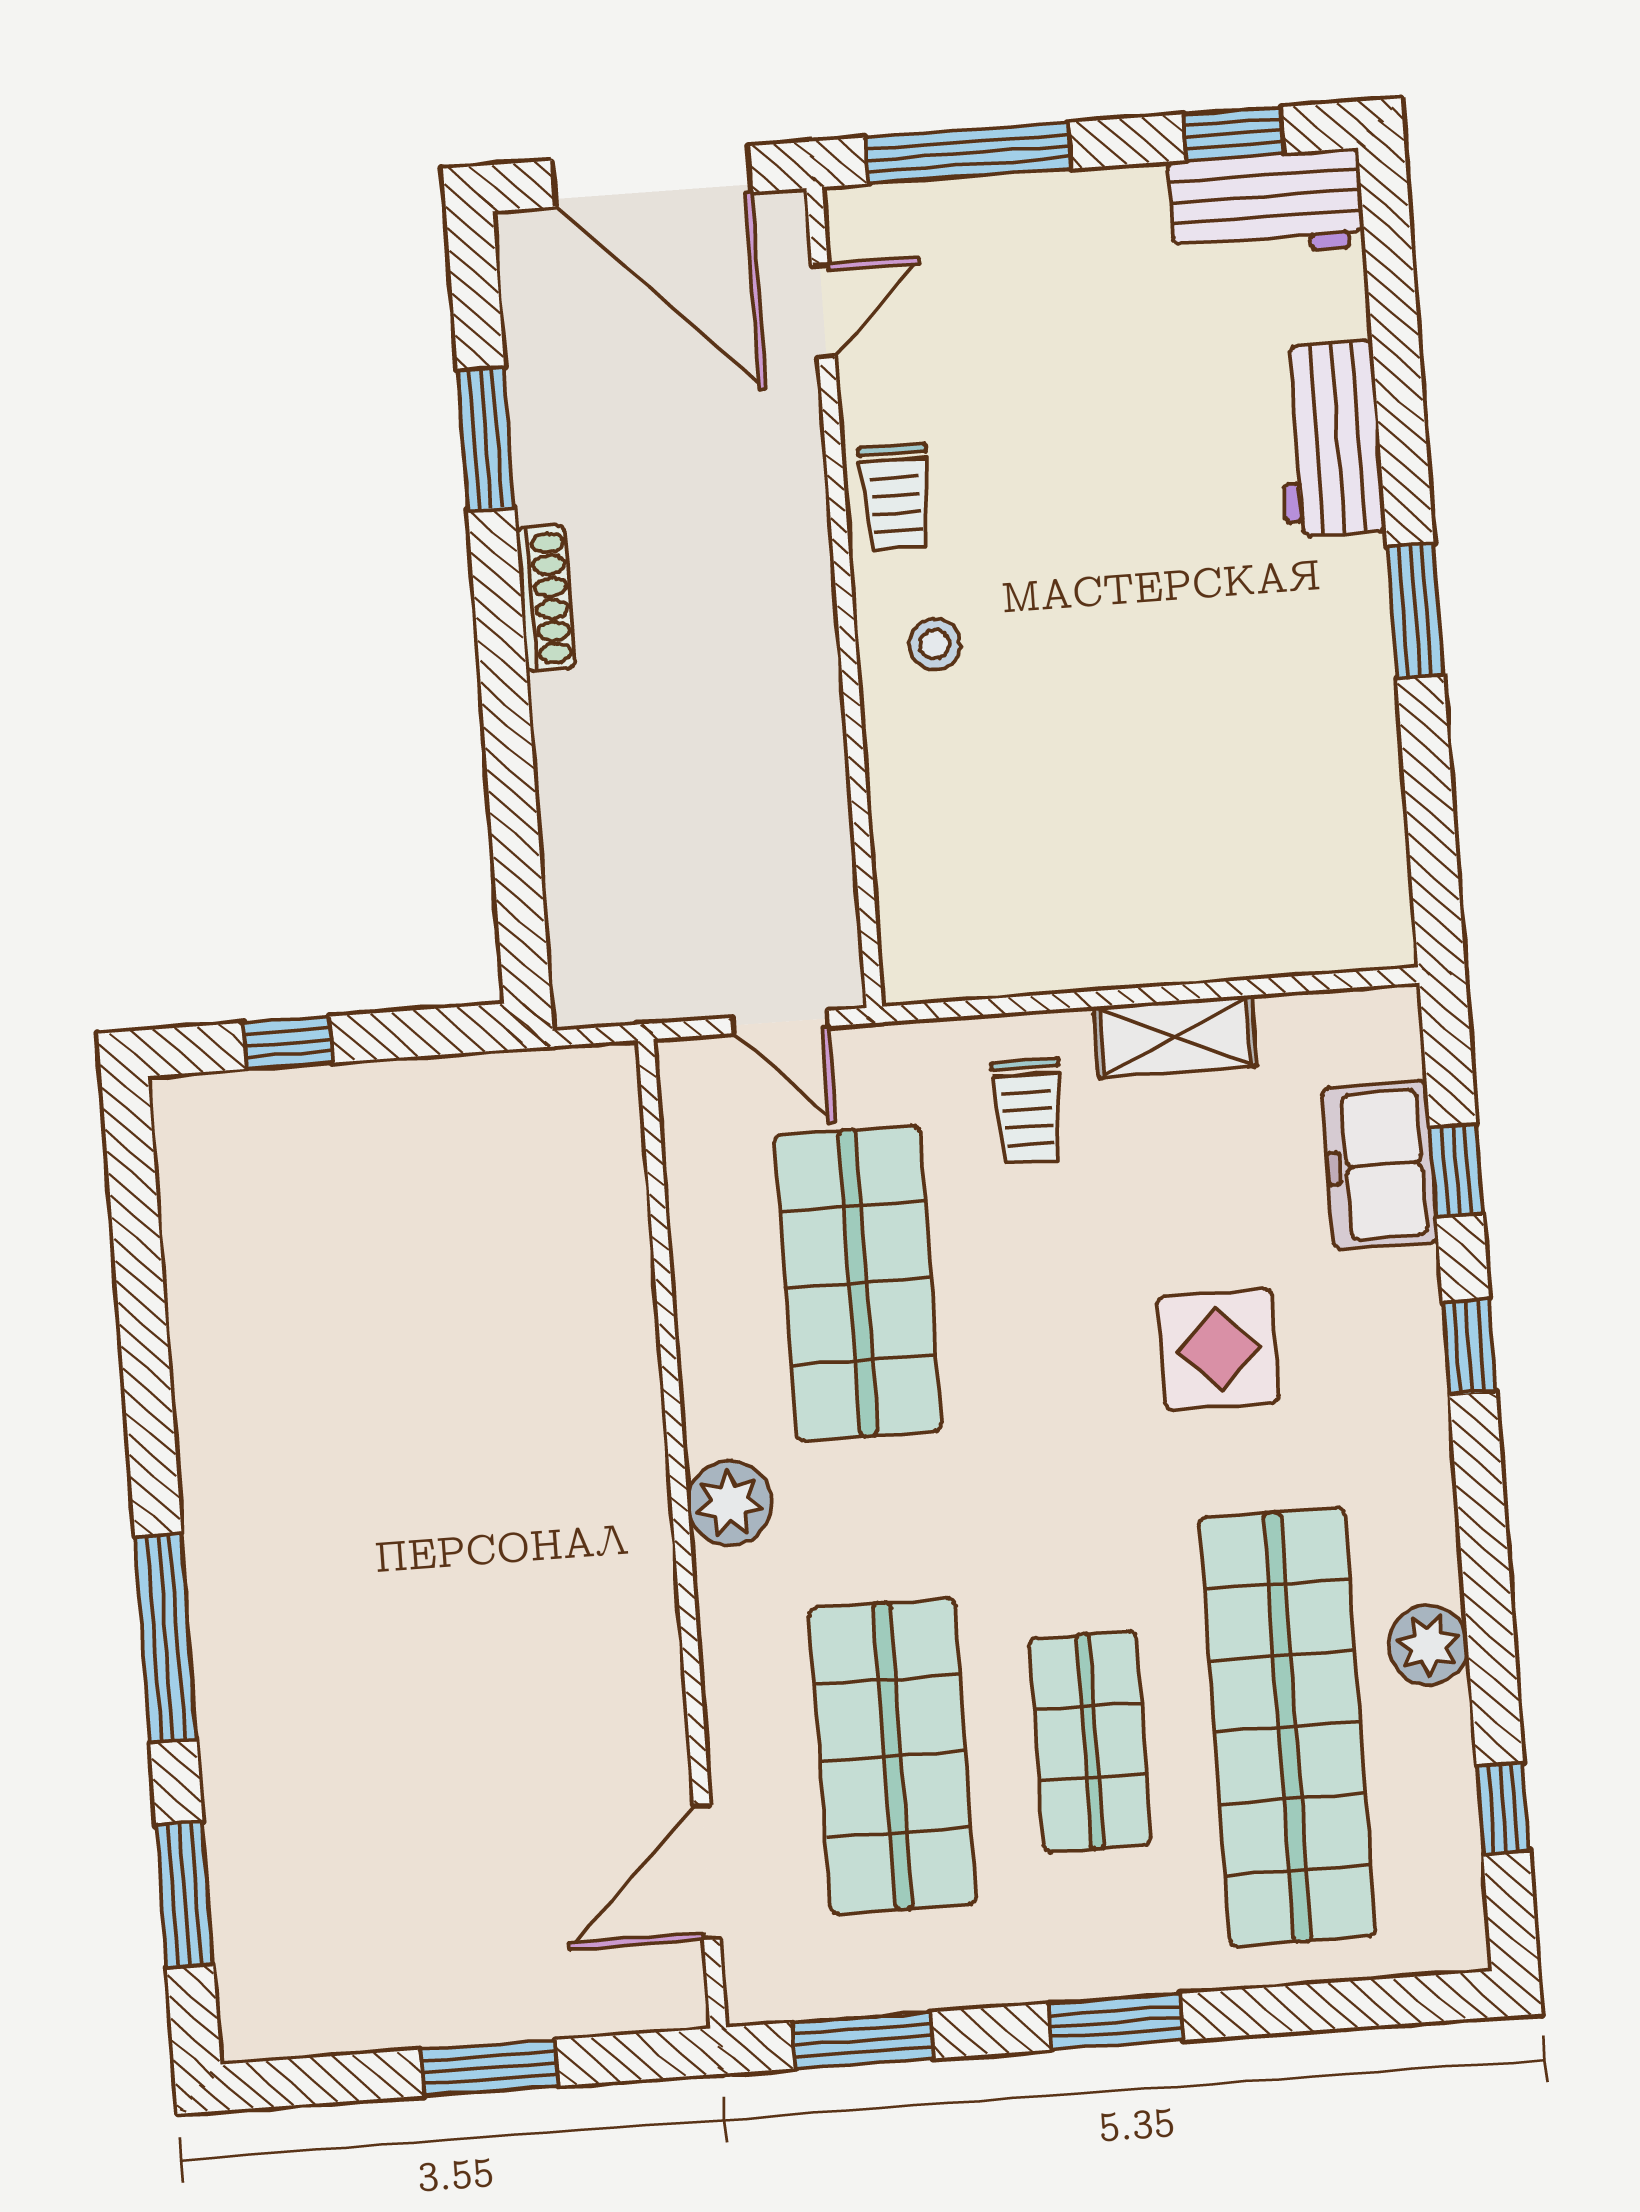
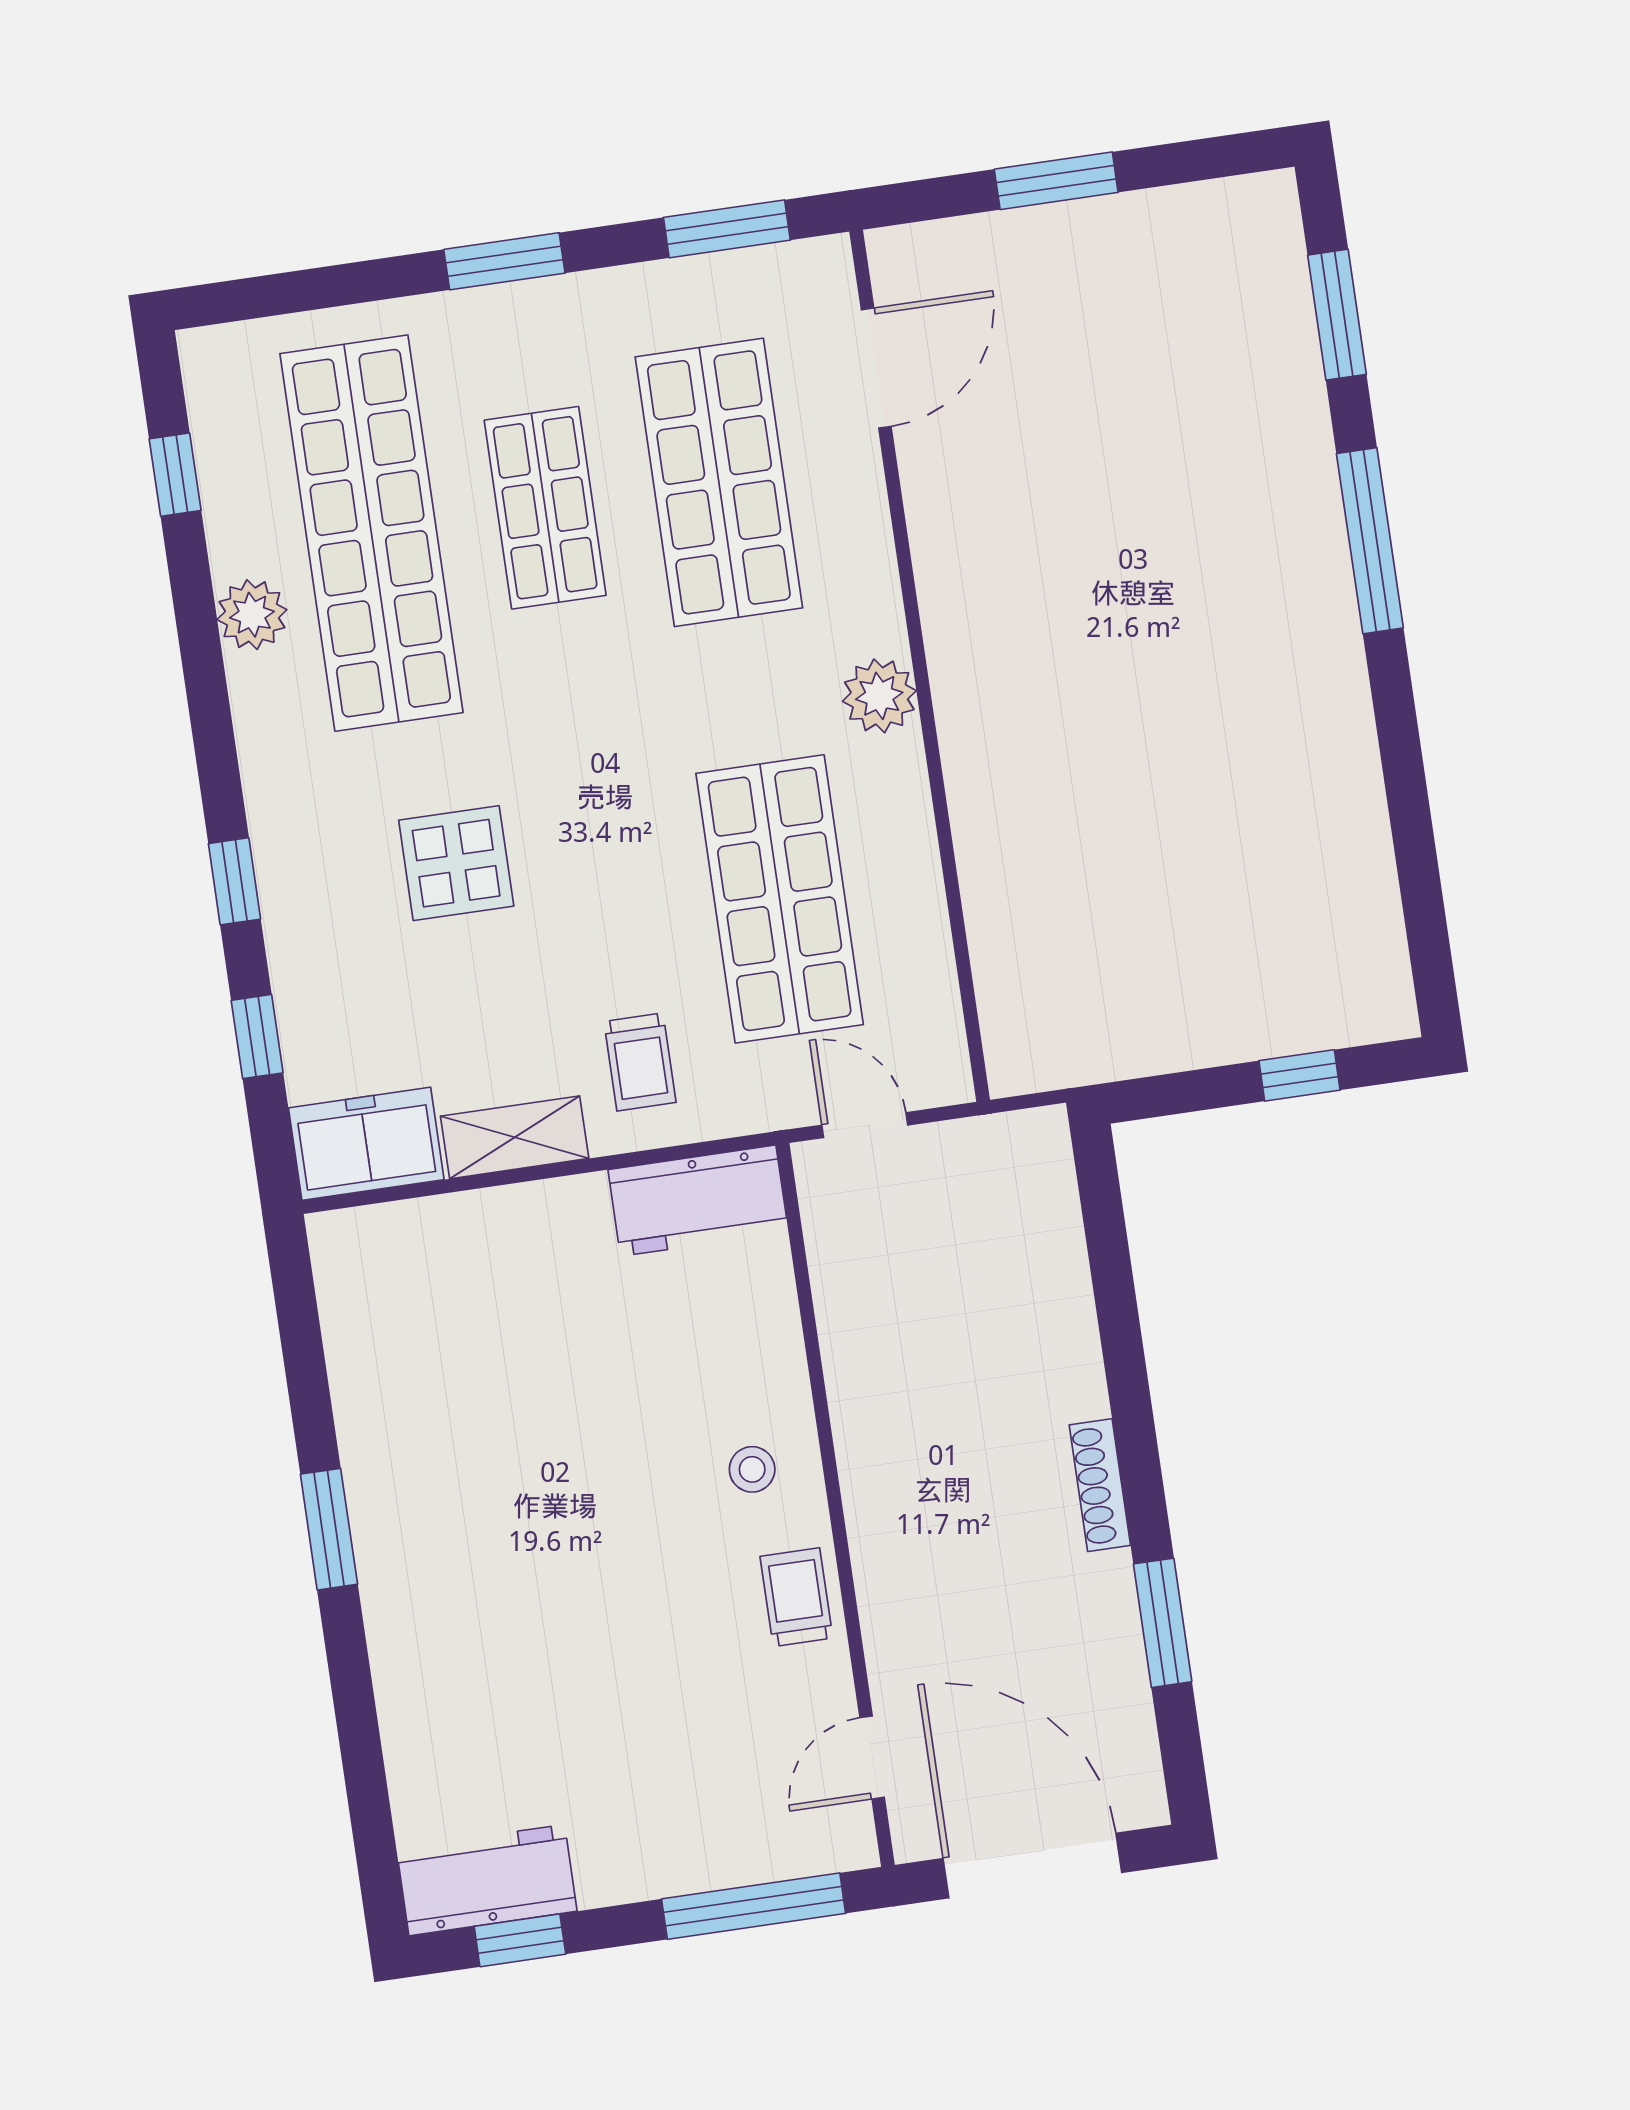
workbench: (1330, 439) -> (698, 1201), moved, turned 90
trolley: (1028, 1111) -> (640, 1062), turned 180
freezer: (1380, 1165) -> (366, 1144), moved, turned -90

